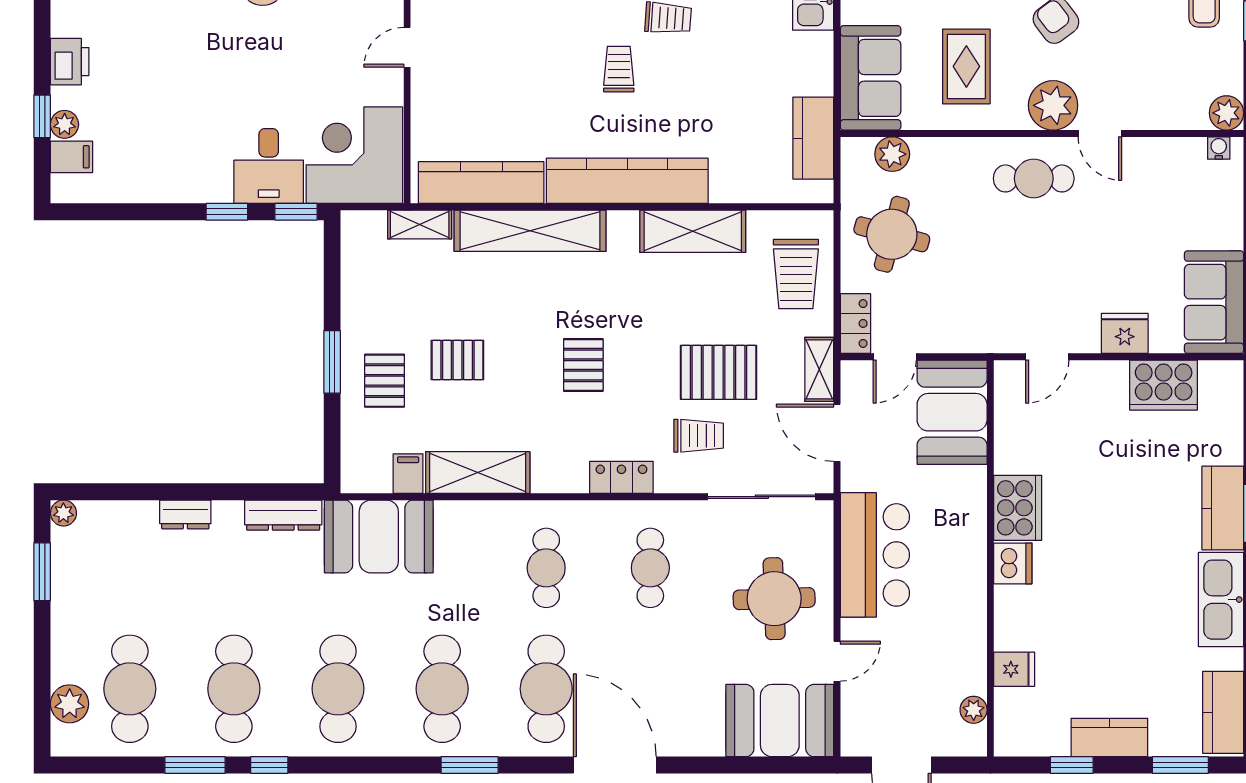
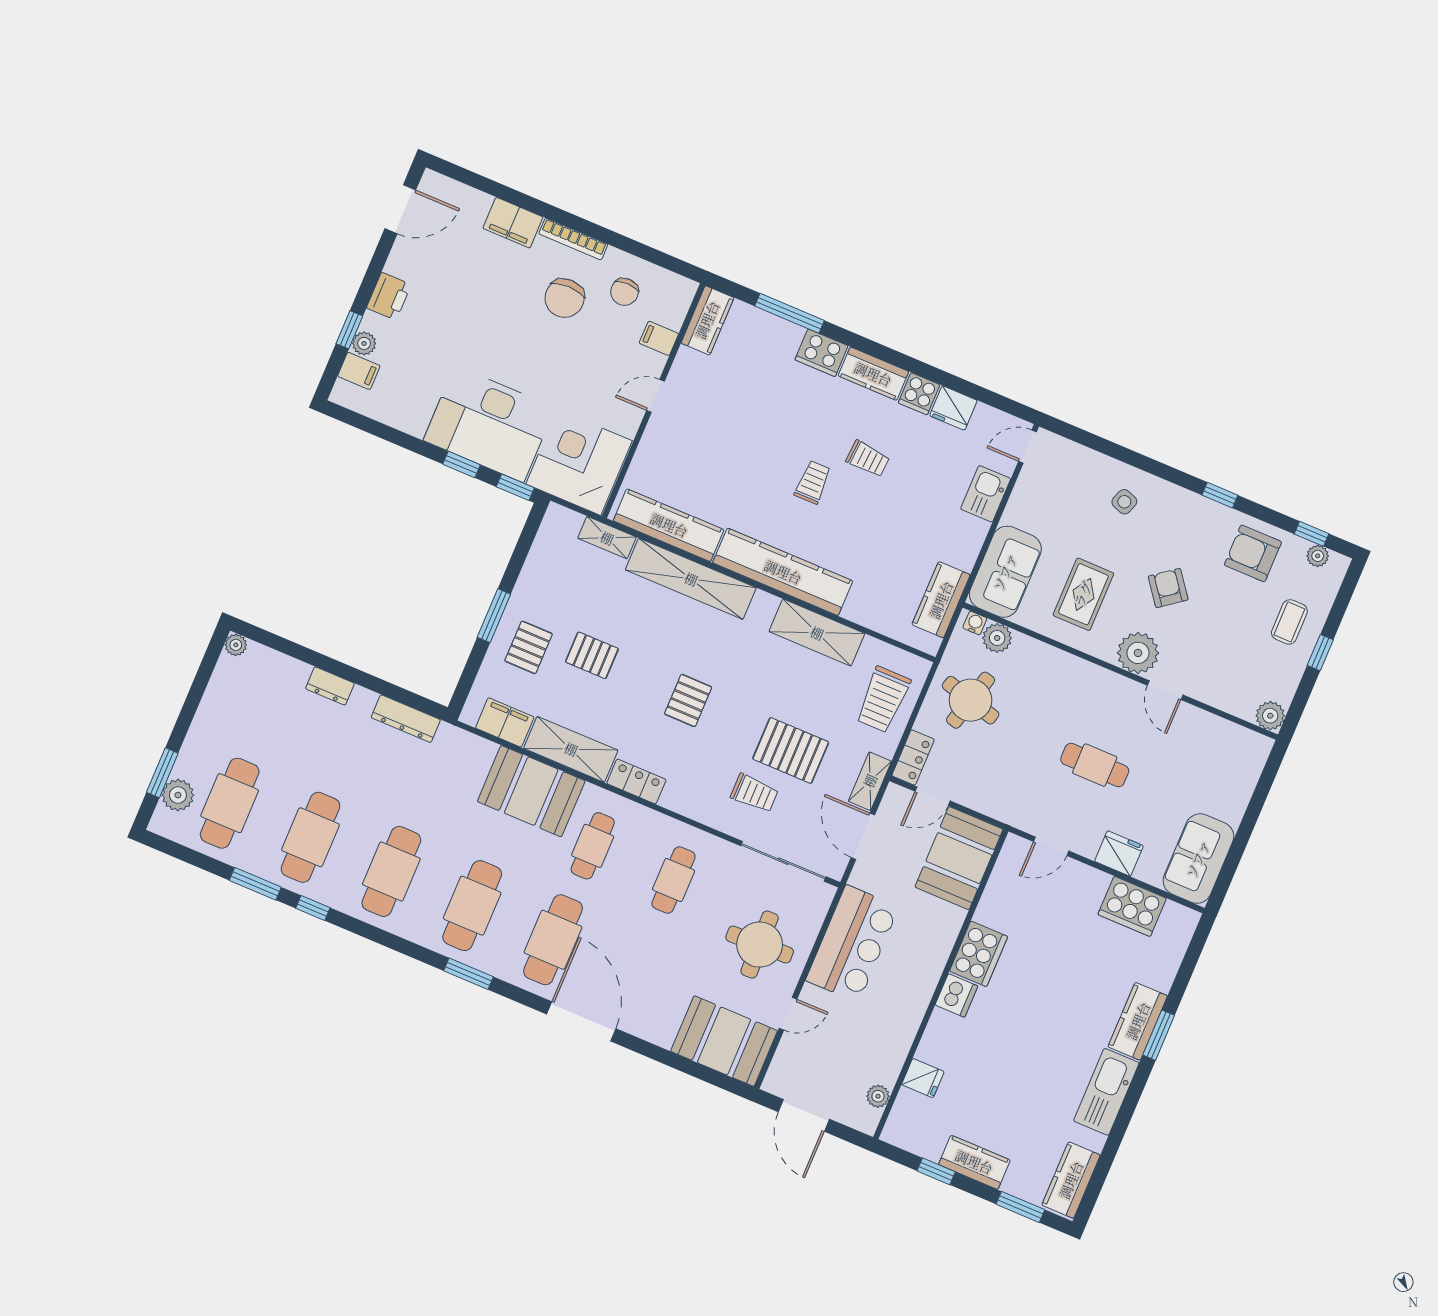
water cooler: (1219, 148) -> (975, 623), moved
desk: (269, 166) -> (489, 424), width x1.87, depth x1.30
cafe table: (1034, 178) -> (1095, 765), moved
filing cabinet: (408, 474) -> (505, 722), width x2.00
locker: (621, 477) -> (636, 781), moved
booth: (379, 537) -> (531, 791), moved
window: (42, 572) -> (162, 773), moved

